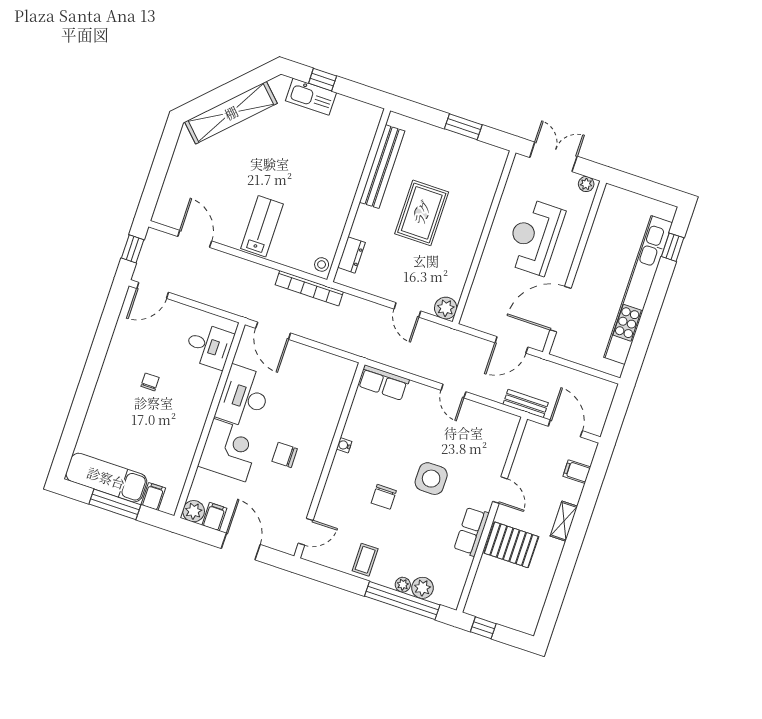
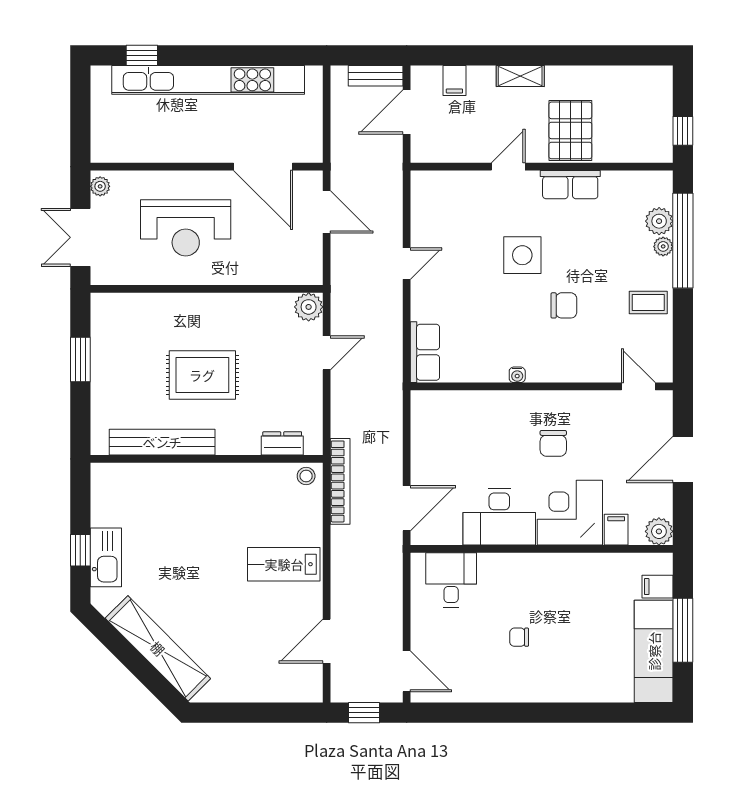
bench: (526, 404) -> (376, 76), moved, turned 90
filing cabinet: (214, 517) -> (616, 530), moved, turned 90

